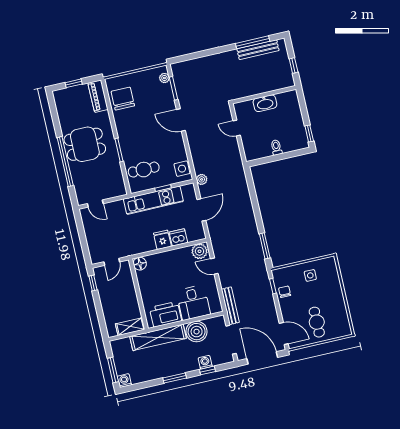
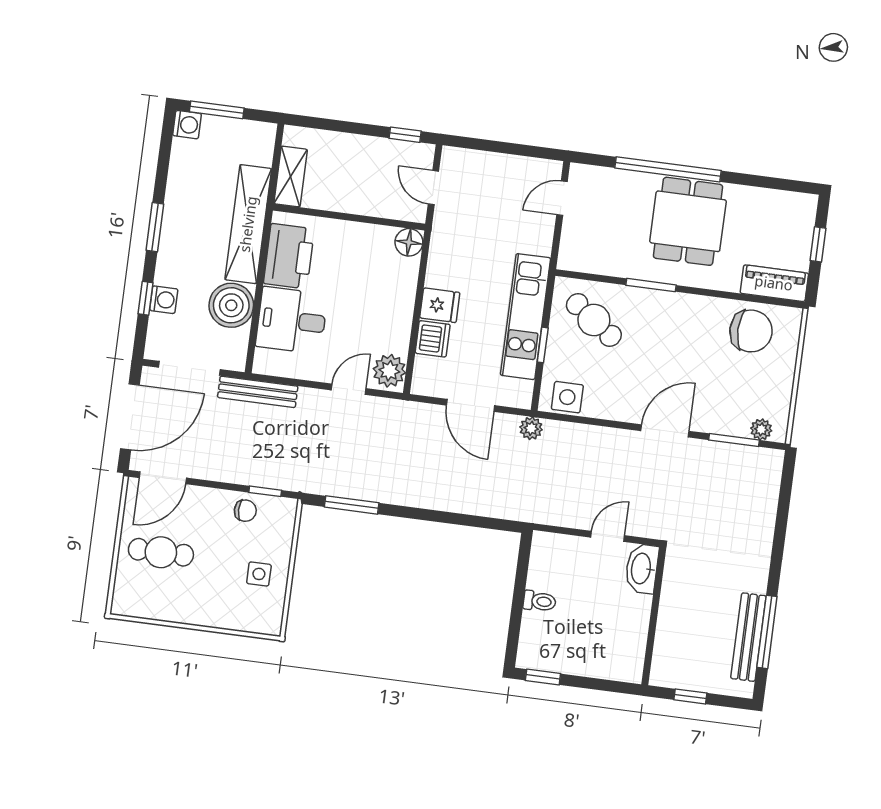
washbasin: (265, 103) -> (642, 569), moved
cafe table: (144, 170) -> (594, 320), turned -54

